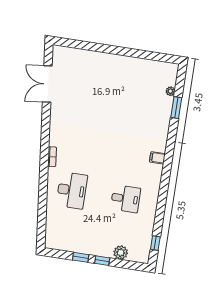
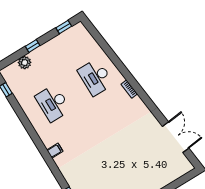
desk: (126, 199) -> (53, 103), width x1.37
window: (81, 257) -> (64, 27), moved

